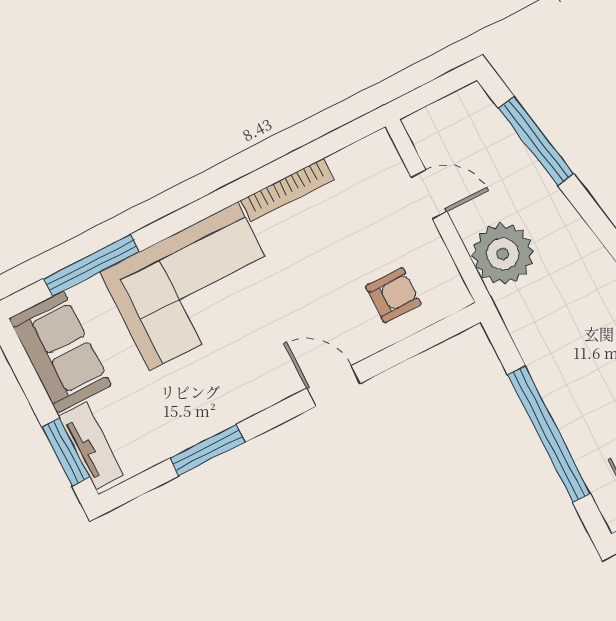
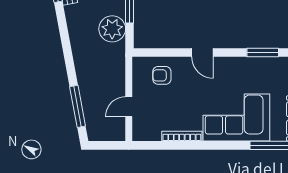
door: (429, 194) -> (129, 107), hinge flipped
plant: (503, 254) -> (112, 29), moved

